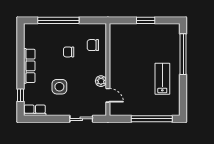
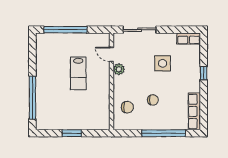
row of seats: (29, 66) -> (194, 111), moved
lab bench: (162, 79) -> (78, 73), moved
window: (20, 95) -> (204, 73), moved
sliding door: (81, 119) -> (140, 30), width x1.37

